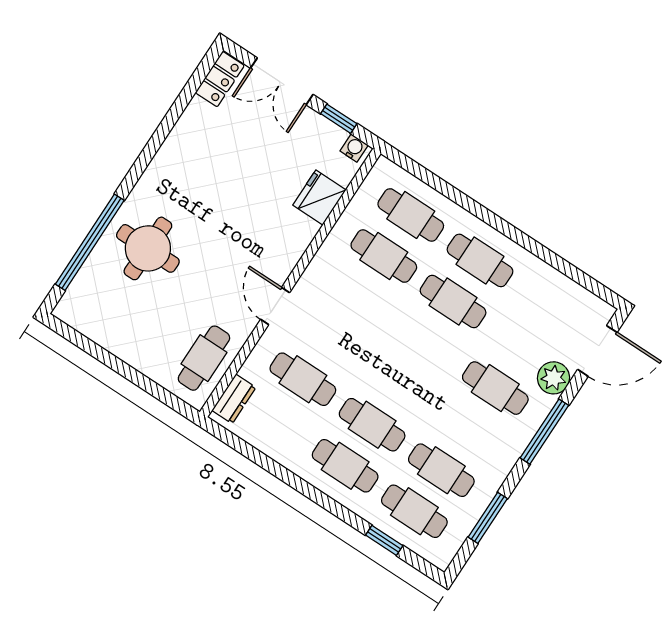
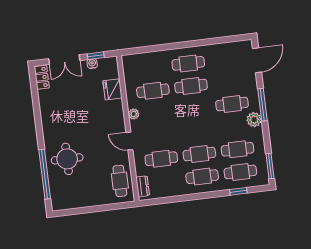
water cooler: (354, 148) -> (92, 64), moved
cafe table: (411, 215) -> (150, 68), removed
plant: (320, 267) -> (134, 114), added
plant: (554, 378) -> (254, 120), moved
window: (488, 518) -> (270, 166), moved

